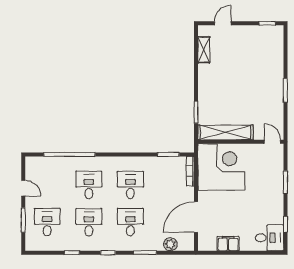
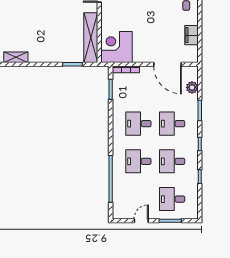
corner desk: (221, 167) -> (116, 47), width x0.74, depth x0.74

